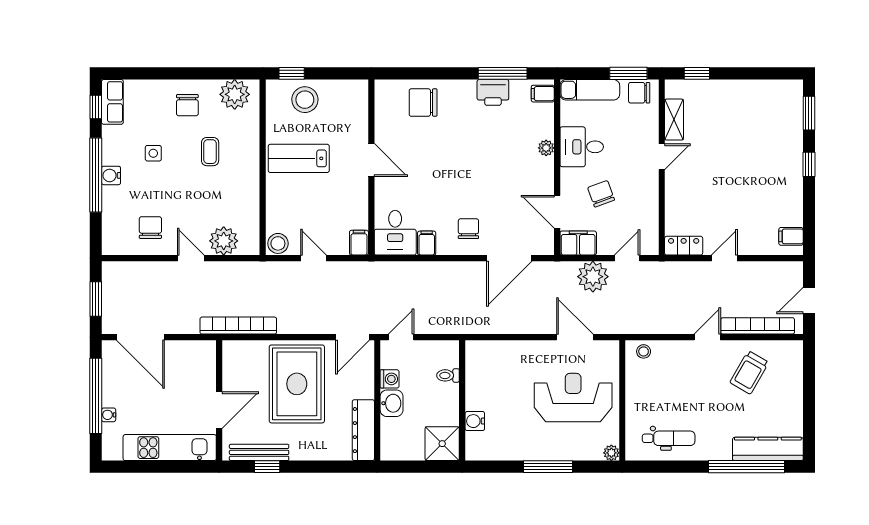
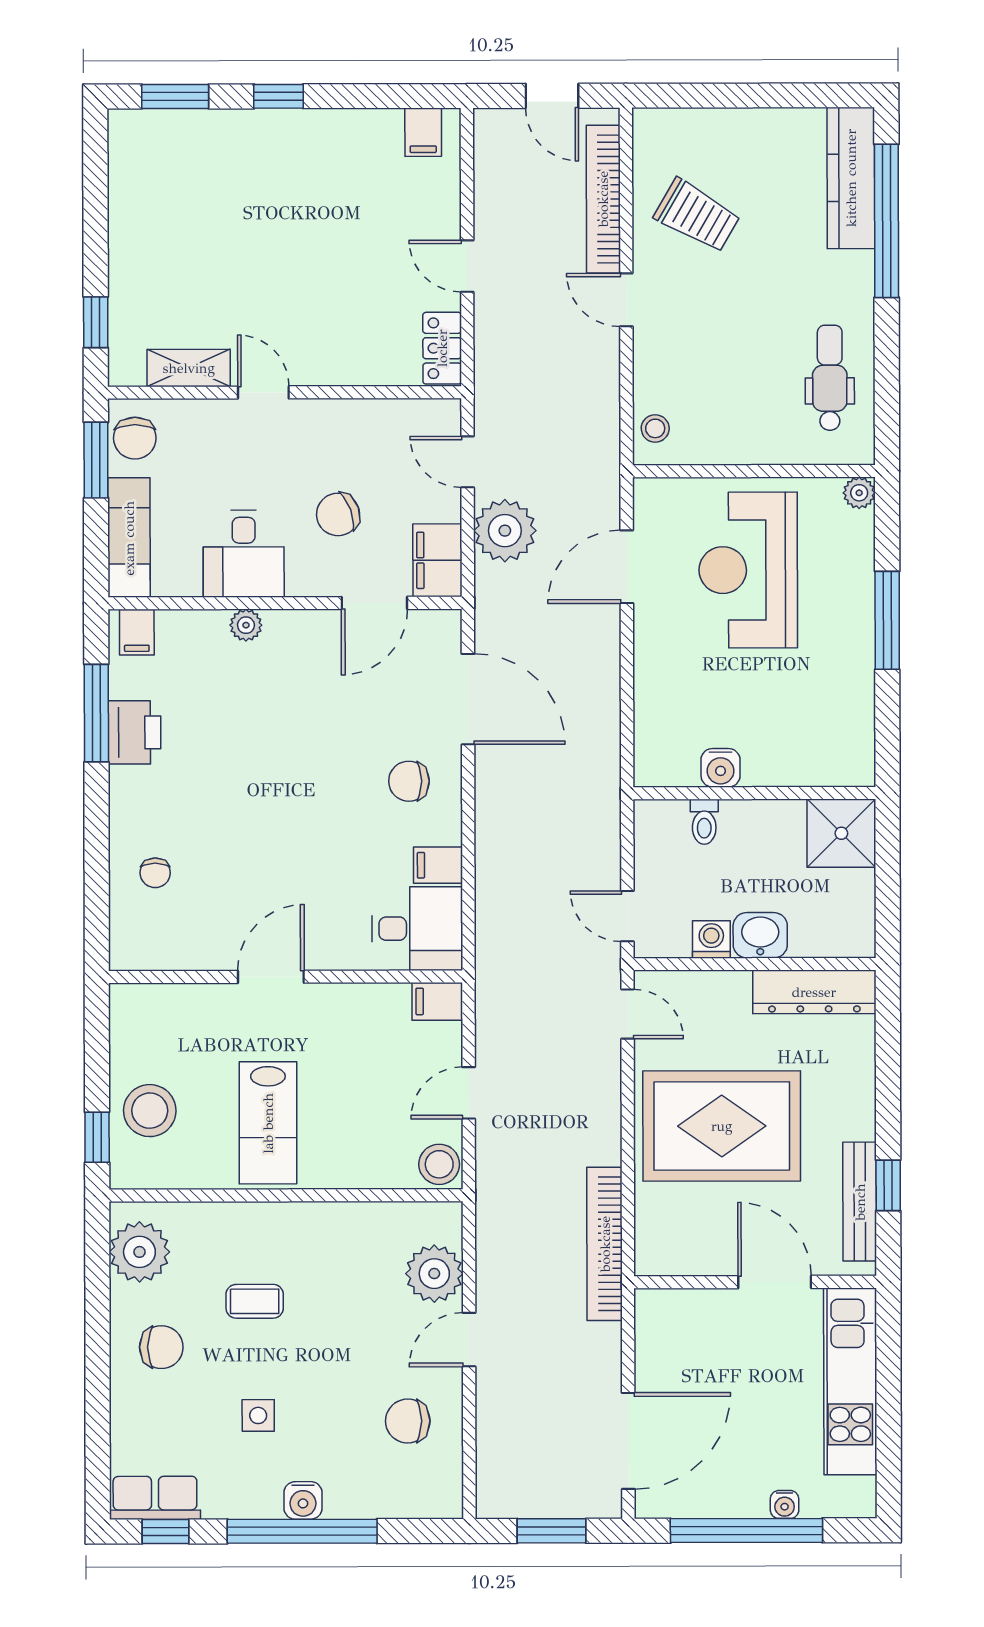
chair: (423, 103) -> (155, 873), width x0.54, depth x0.54
door: (353, 337) -> (628, 1014), width x0.73
water cooler: (475, 421) -> (721, 768), moved

